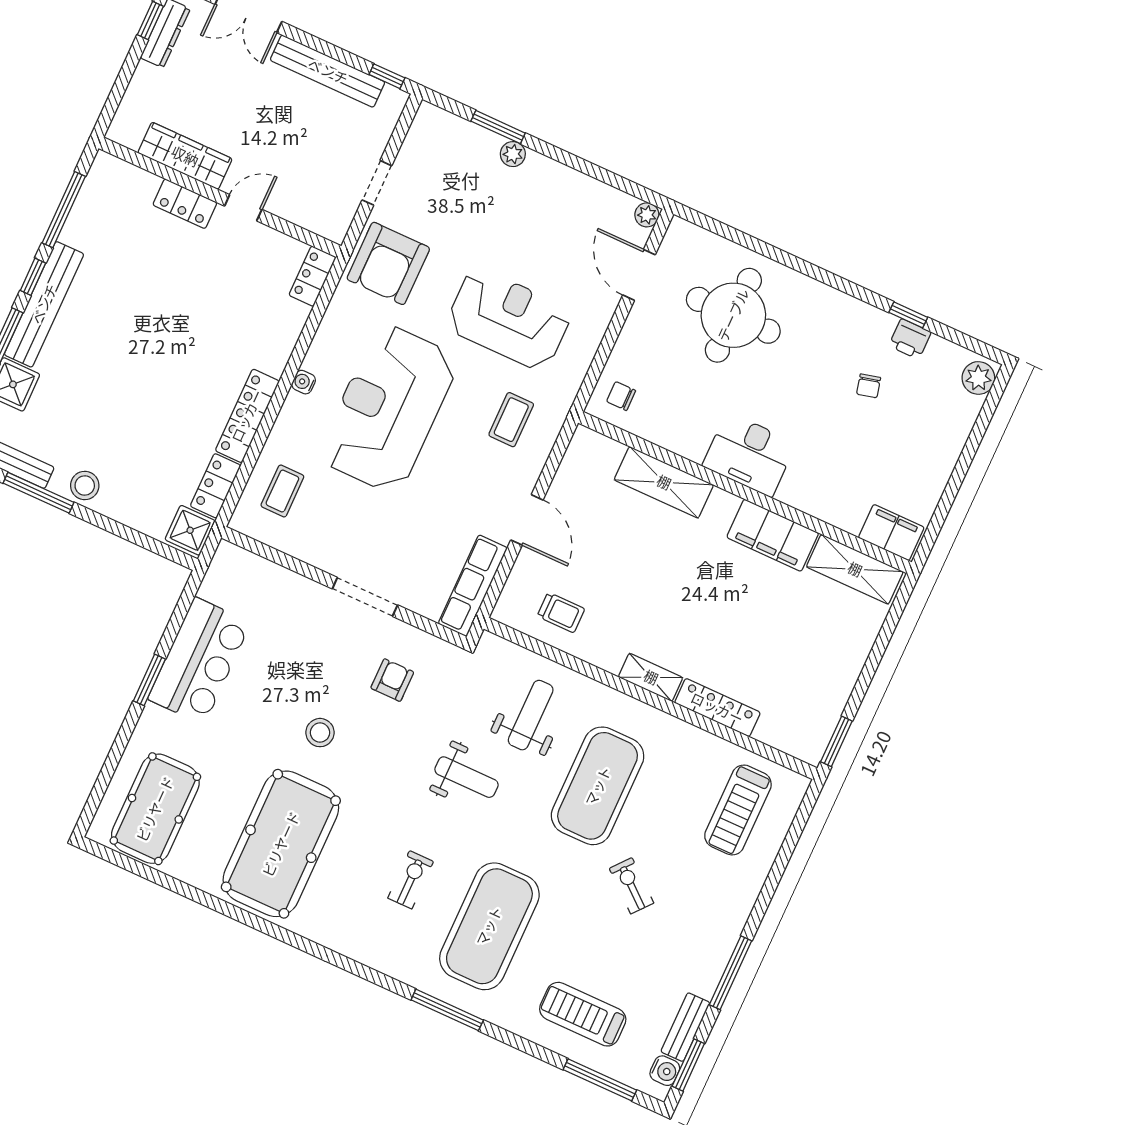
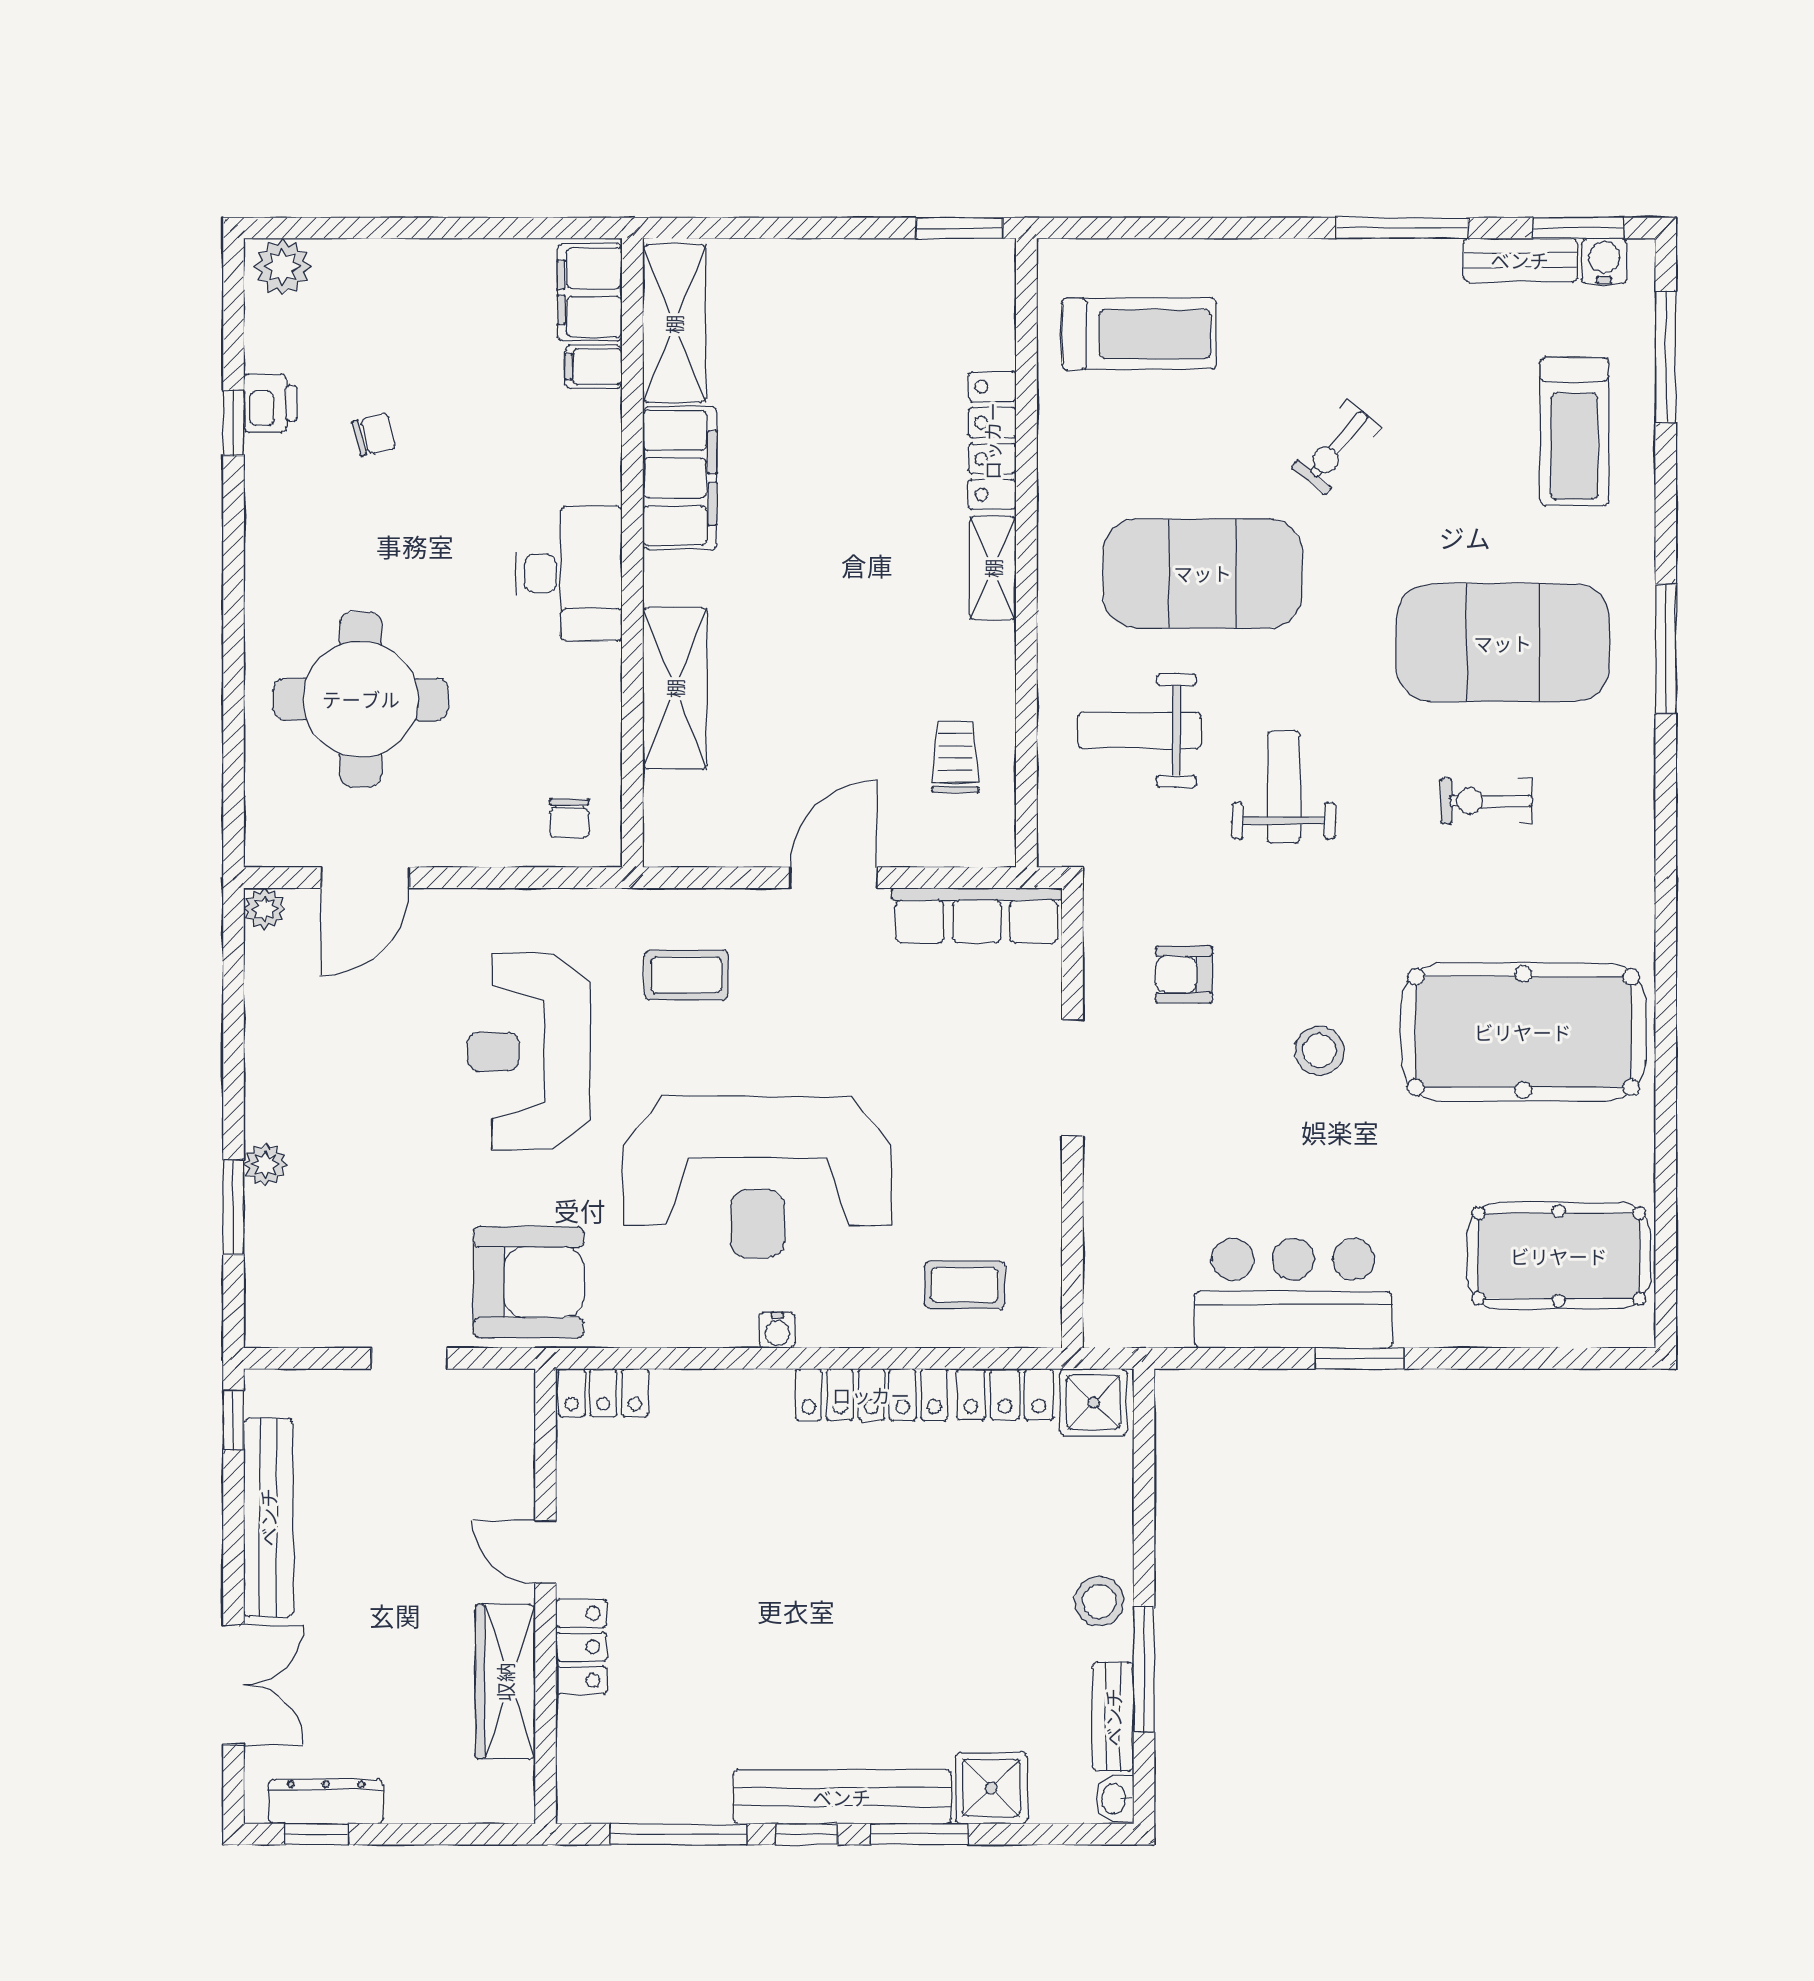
filing cabinet: (852, 517) -> (594, 367), added

